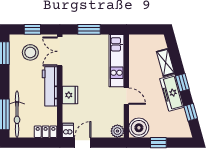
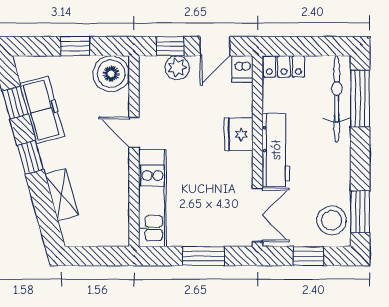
stool: (30, 52) -> (332, 220), moved
freezer: (172, 93) -> (42, 110), moved
plant: (117, 131) -> (177, 68), moved
window: (107, 143) -> (170, 46), added

